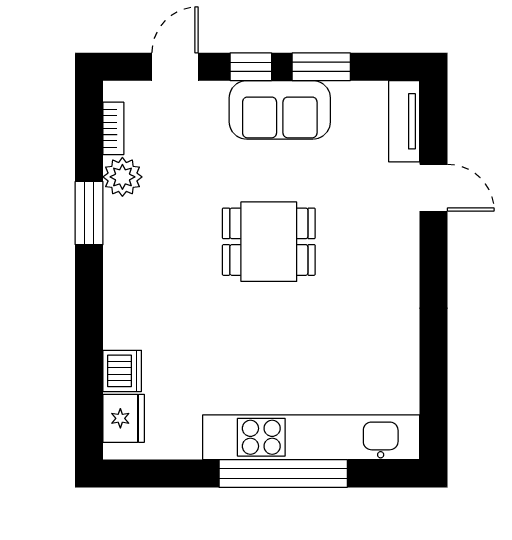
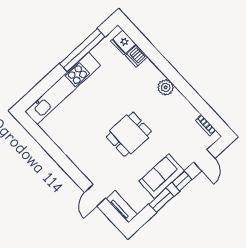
plant: (122, 177) -> (166, 87), moved
door: (434, 188) -> (95, 195), hinge flipped
window: (89, 213) -> (190, 93), removed
window: (283, 474) -> (82, 50), moved

